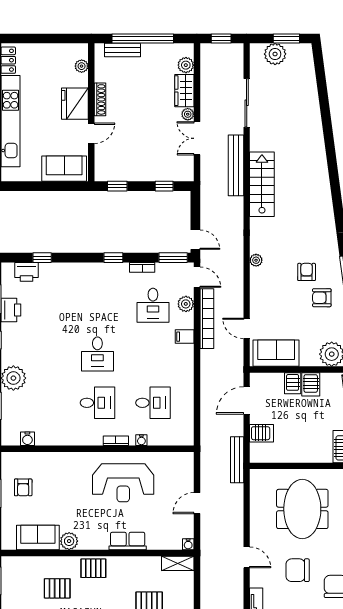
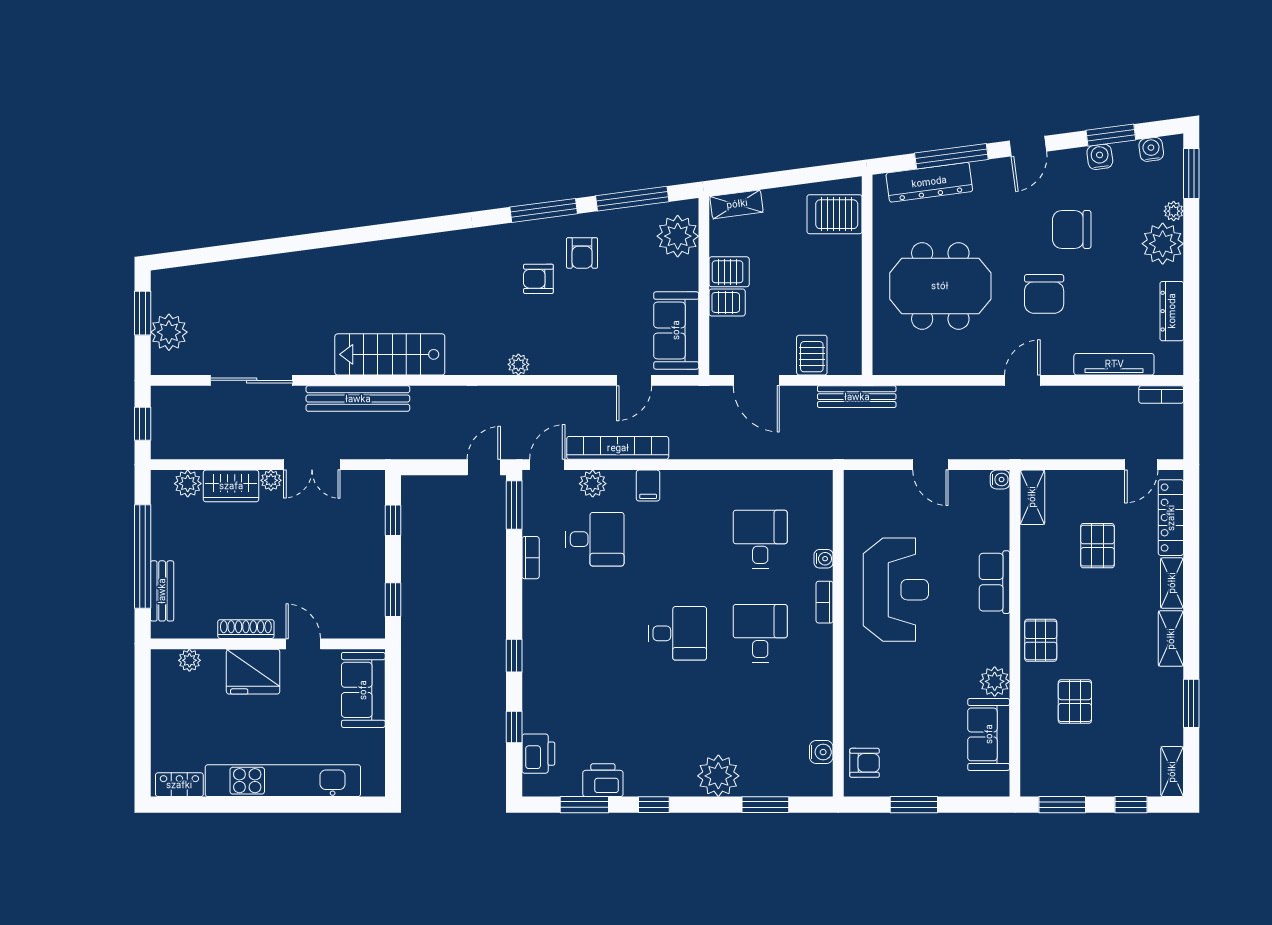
window: (113, 258) -> (514, 656), moved
armchair: (23, 487) -> (865, 763), moved

